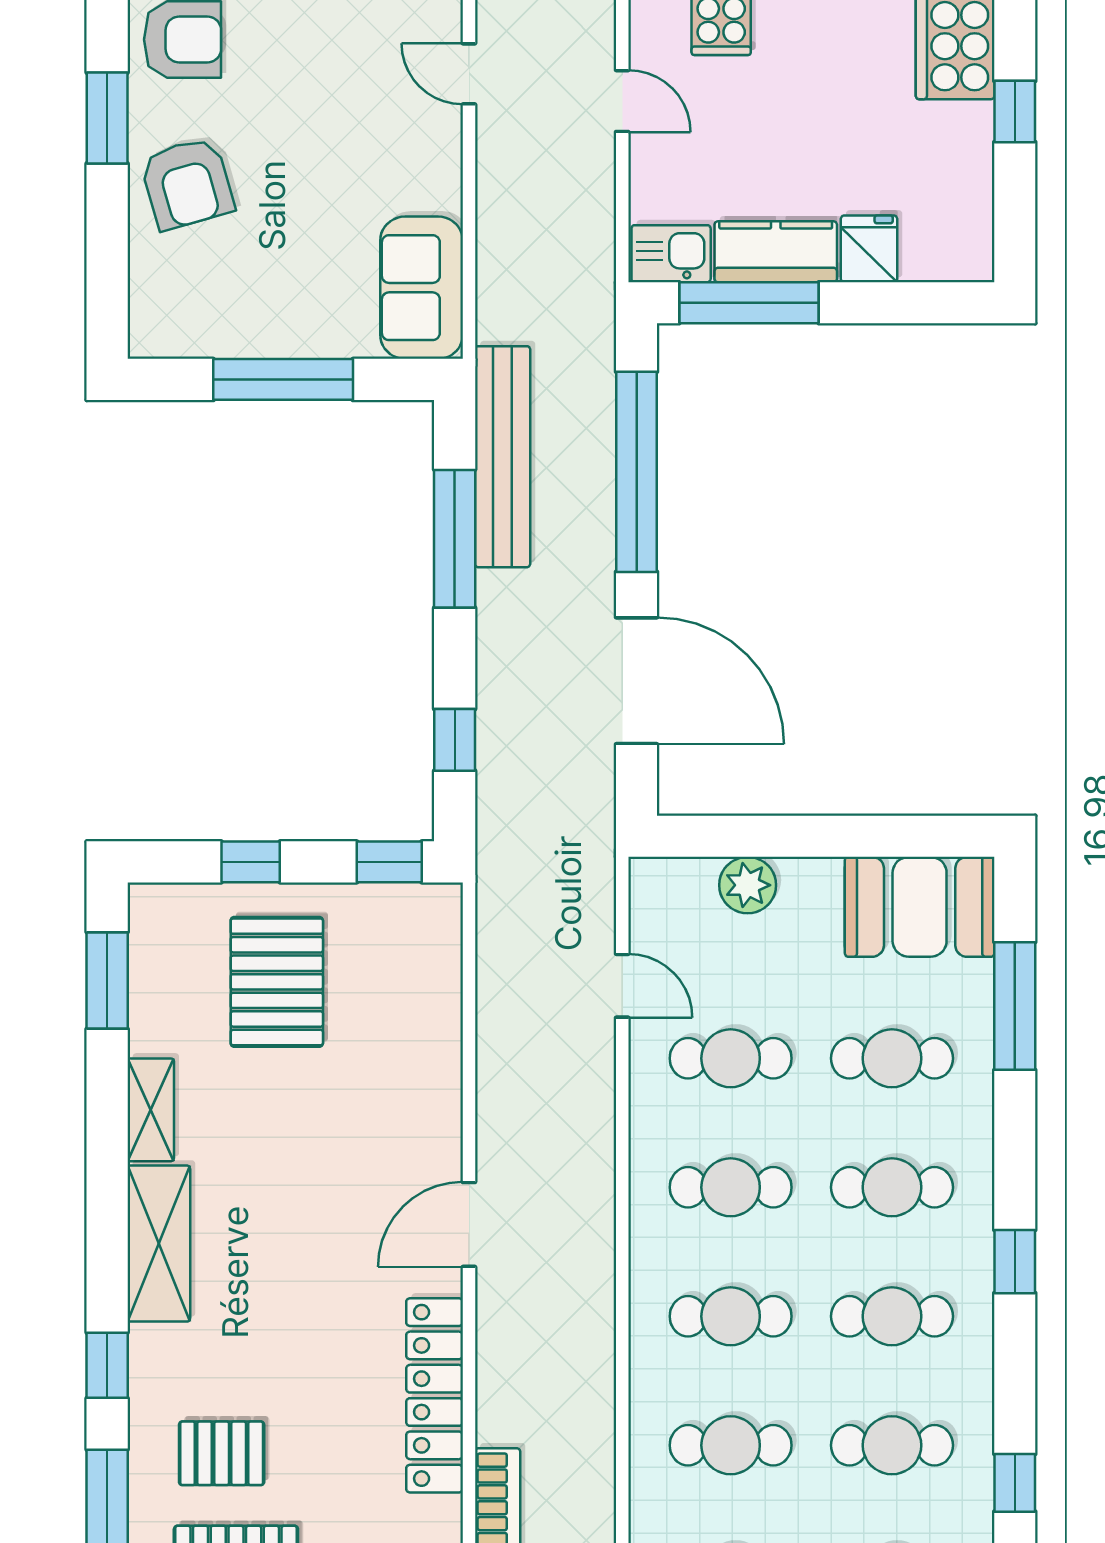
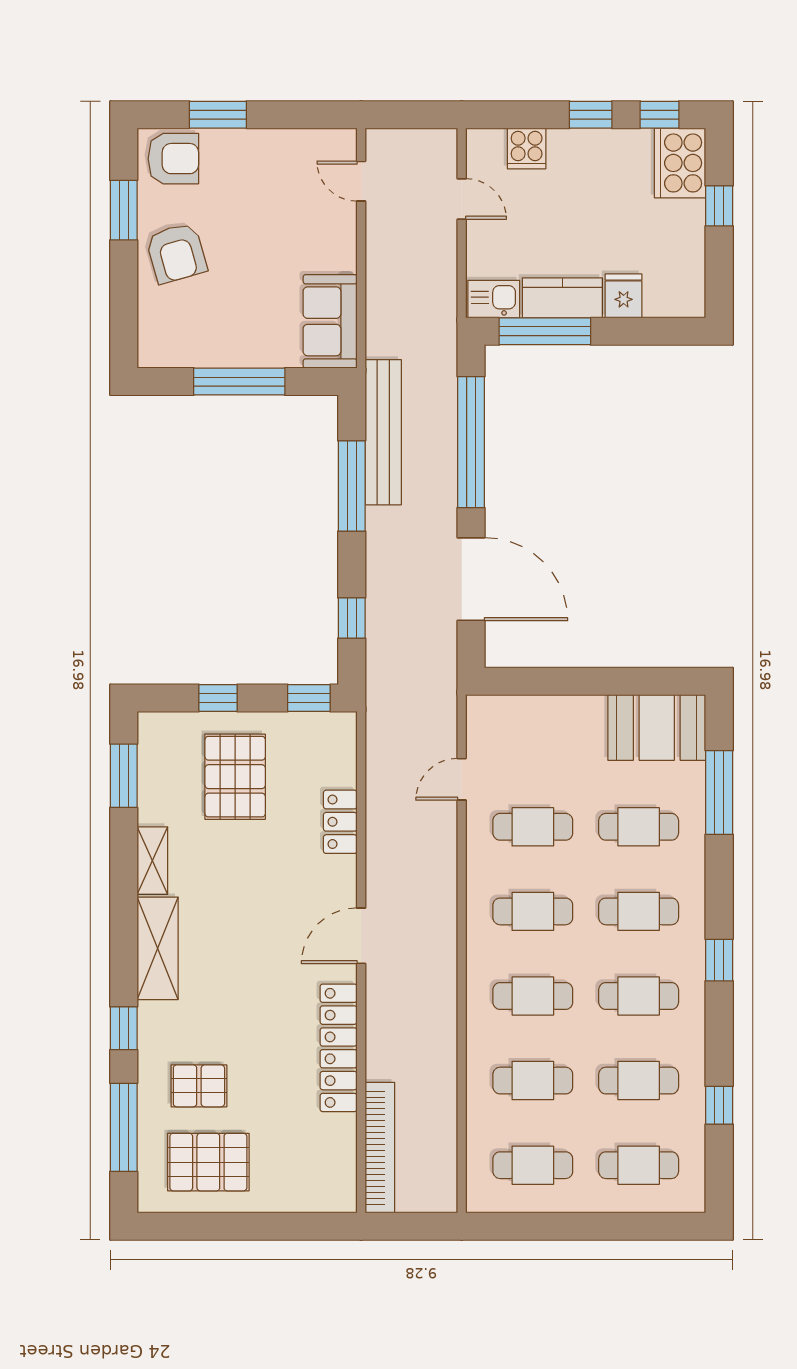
plant: (748, 885) -> (544, 713), removed
door: (622, 986) -> (462, 779), swing flipped
locker: (437, 1051) -> (340, 822), added

